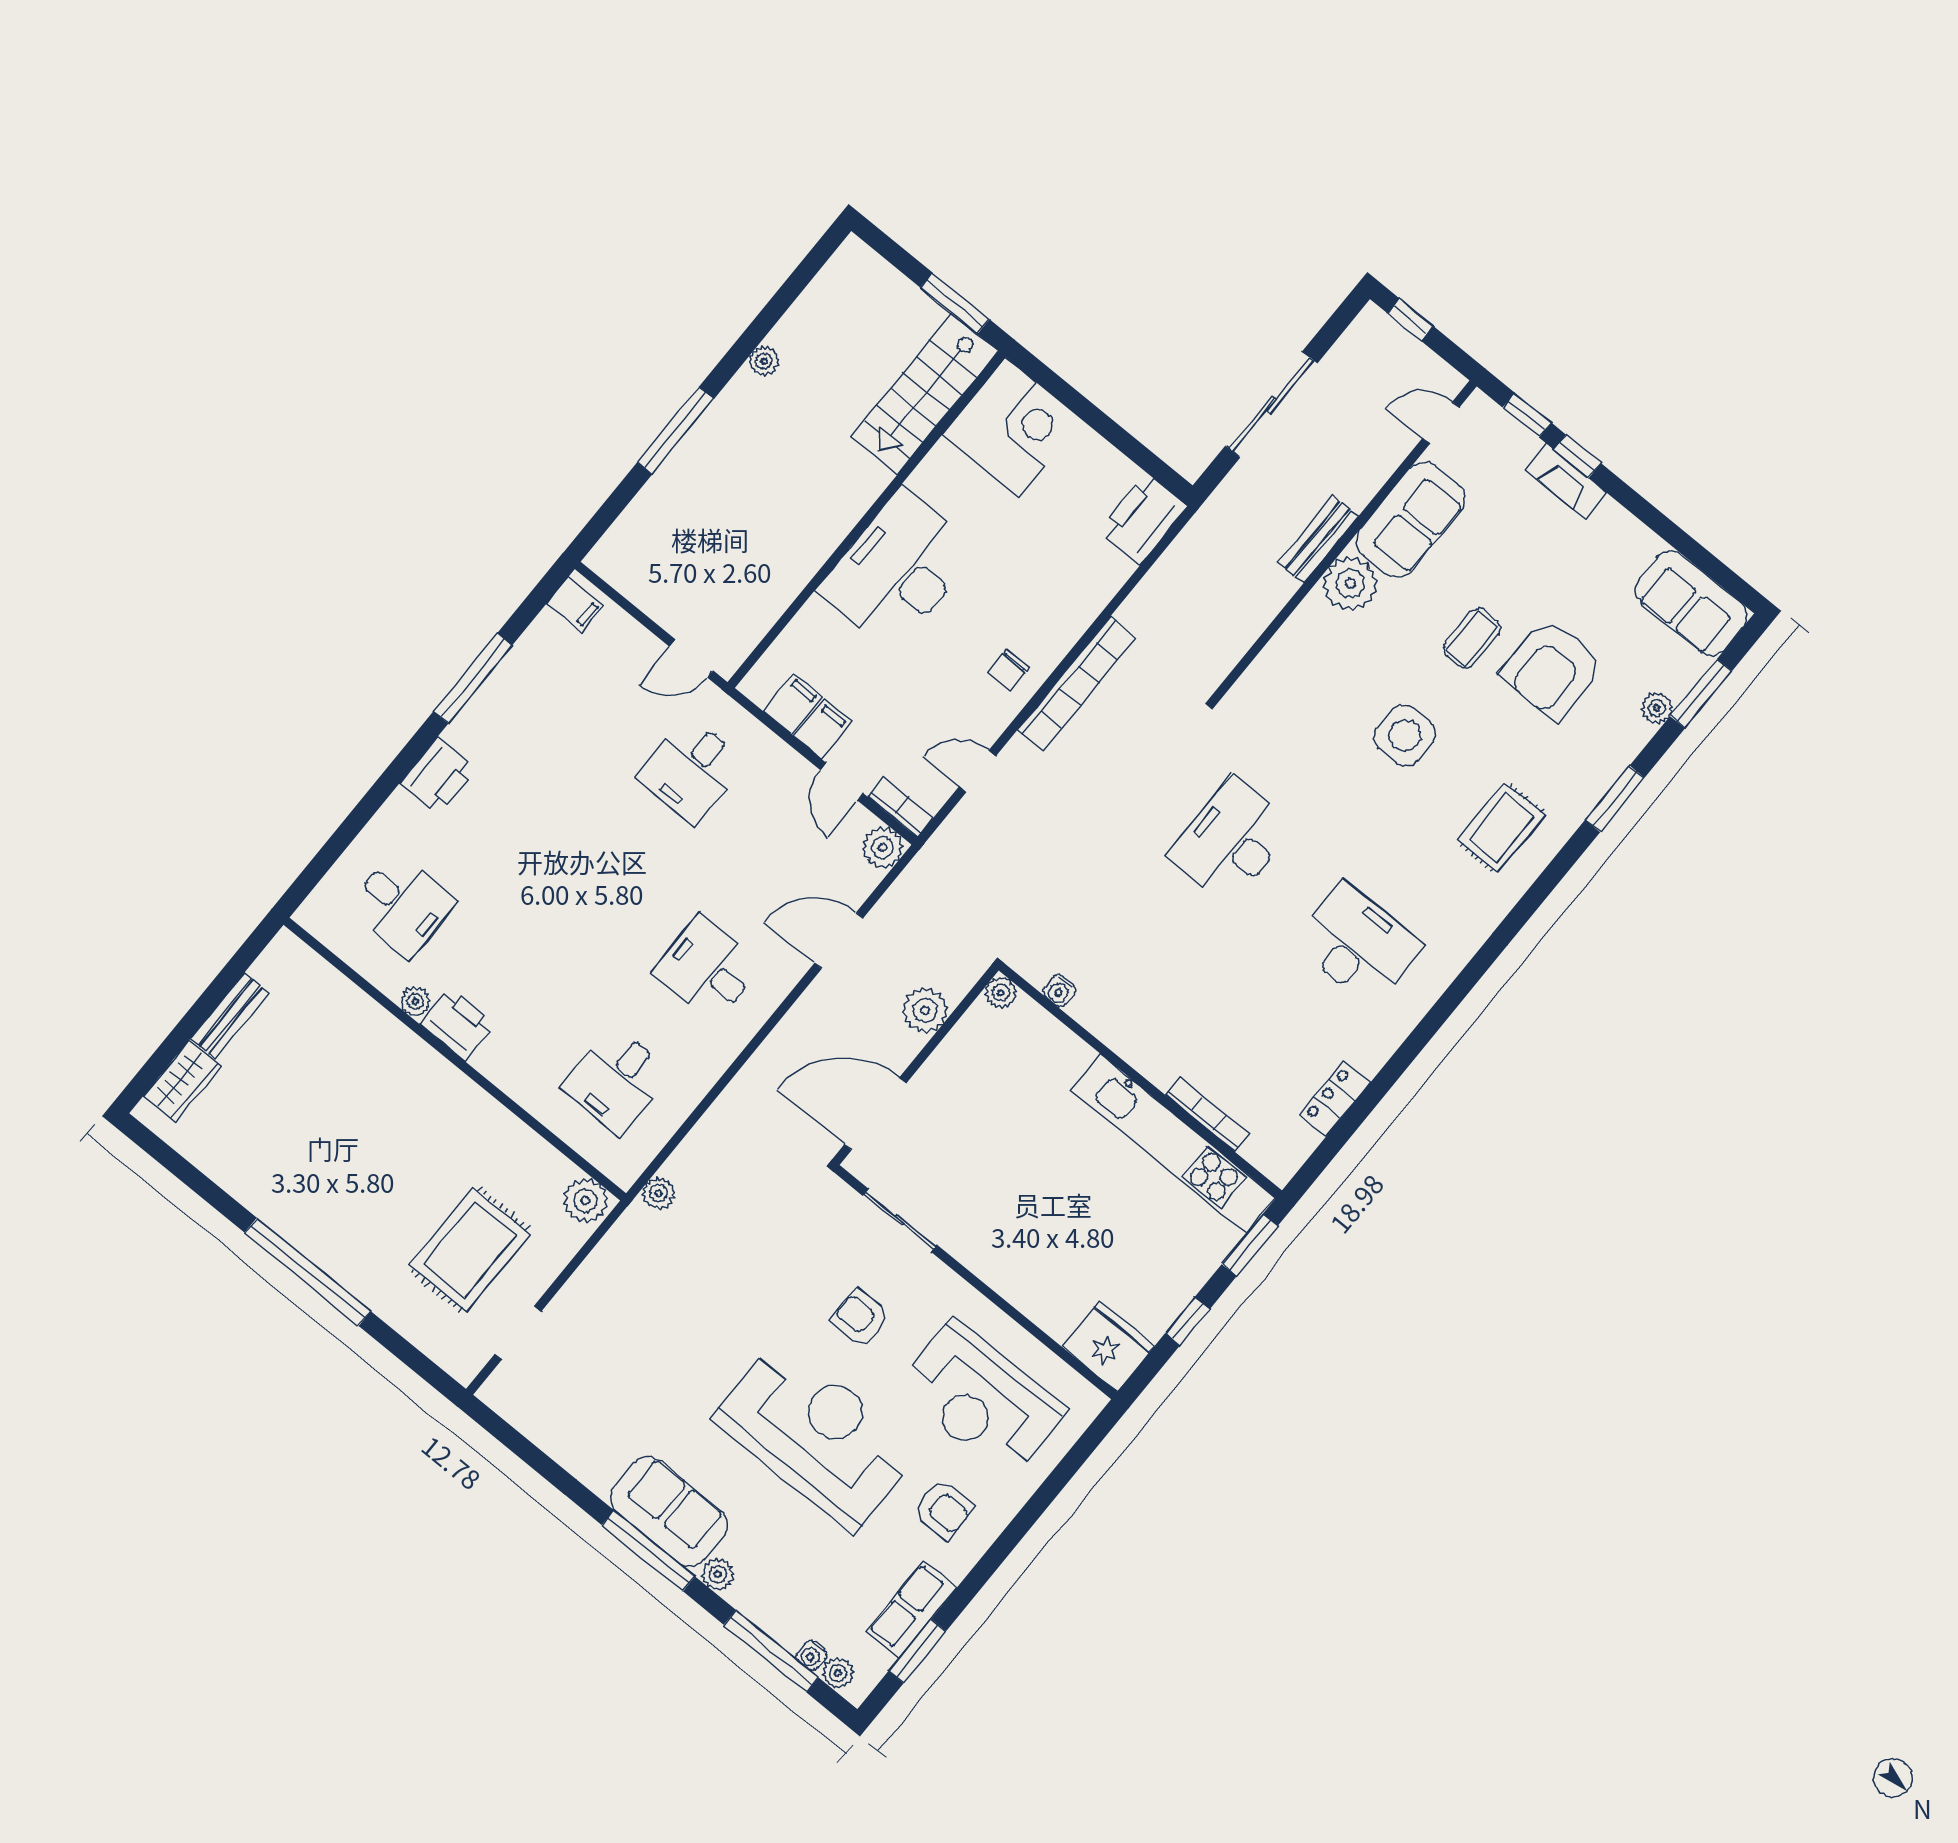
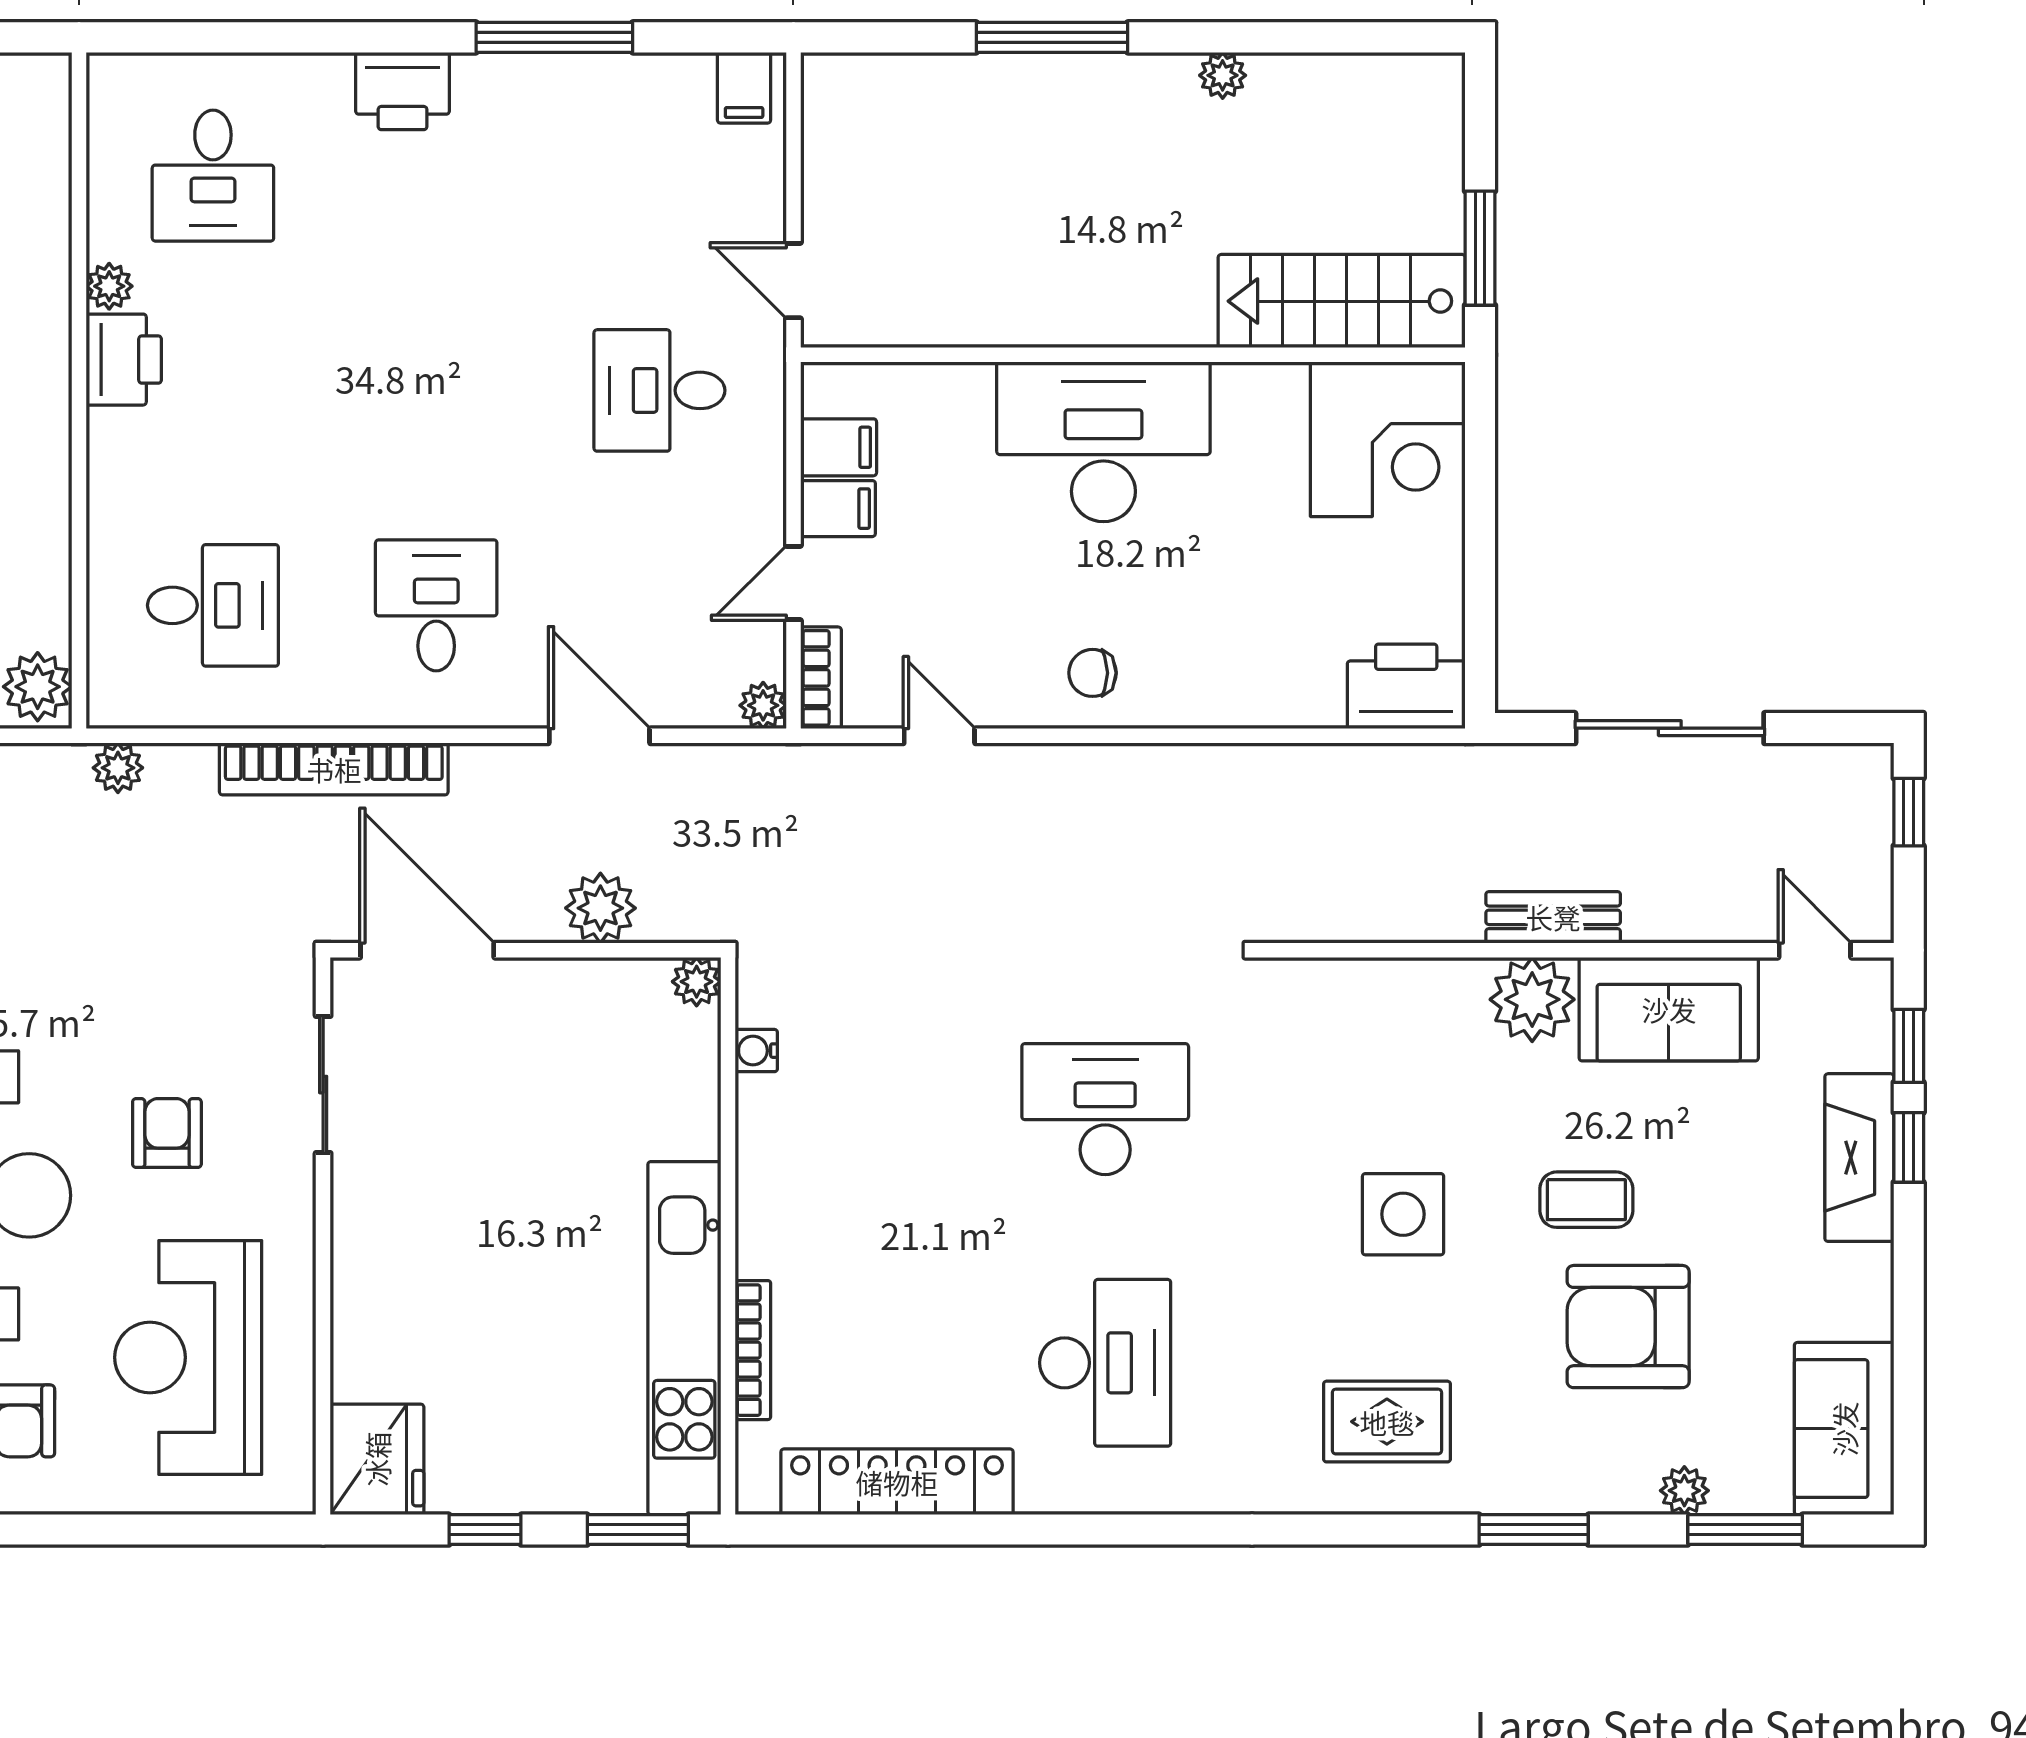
fireplace: (1566, 481) -> (1859, 1158), width x1.37, depth x1.32
bookcase: (1077, 684) -> (334, 769), moved
plant: (883, 848) -> (763, 705), width x0.73, depth x0.73
desk: (616, 1080) -> (213, 605), turned 180
locker: (1334, 1099) -> (897, 1482), width x2.16, depth x1.21

